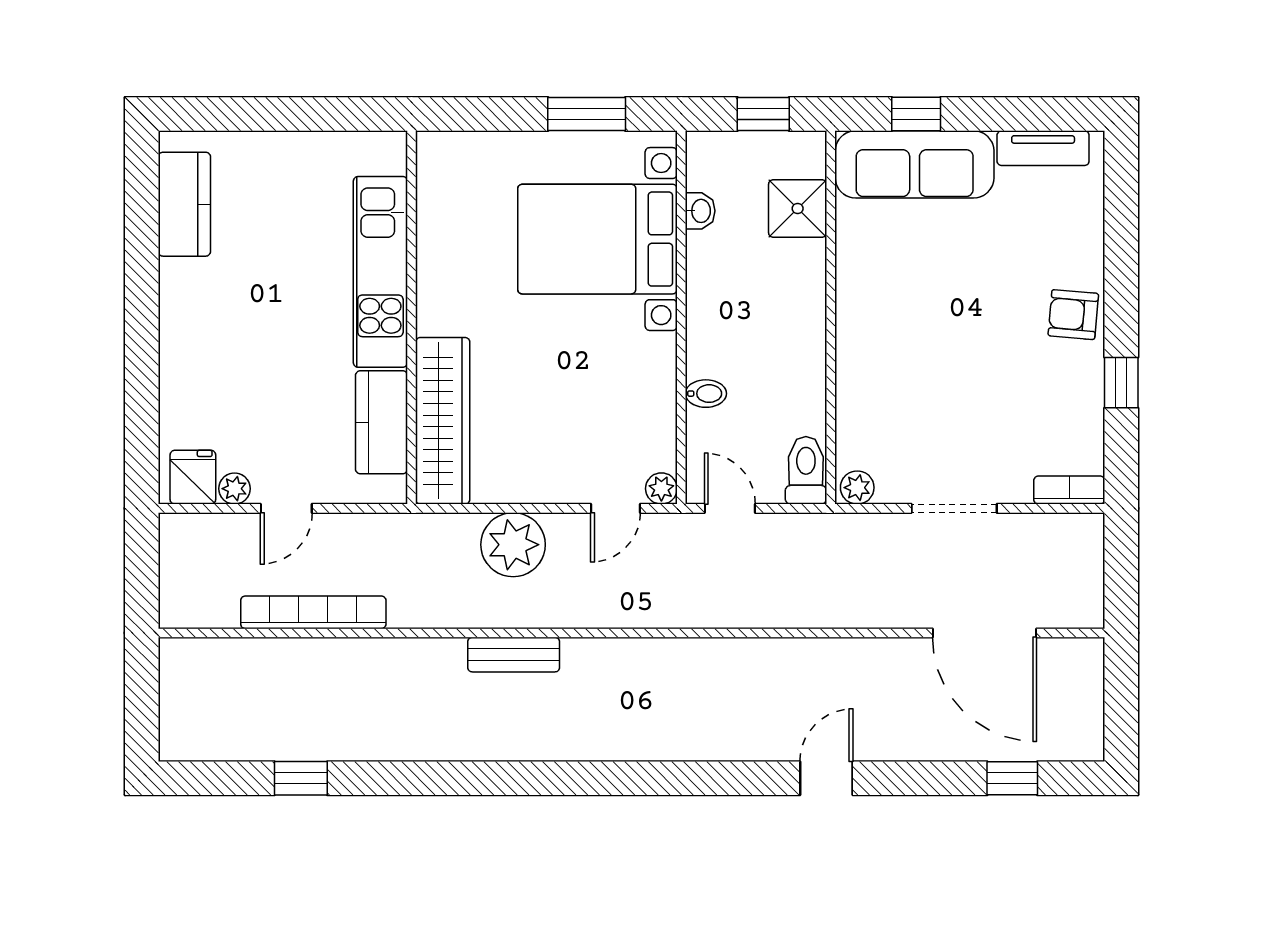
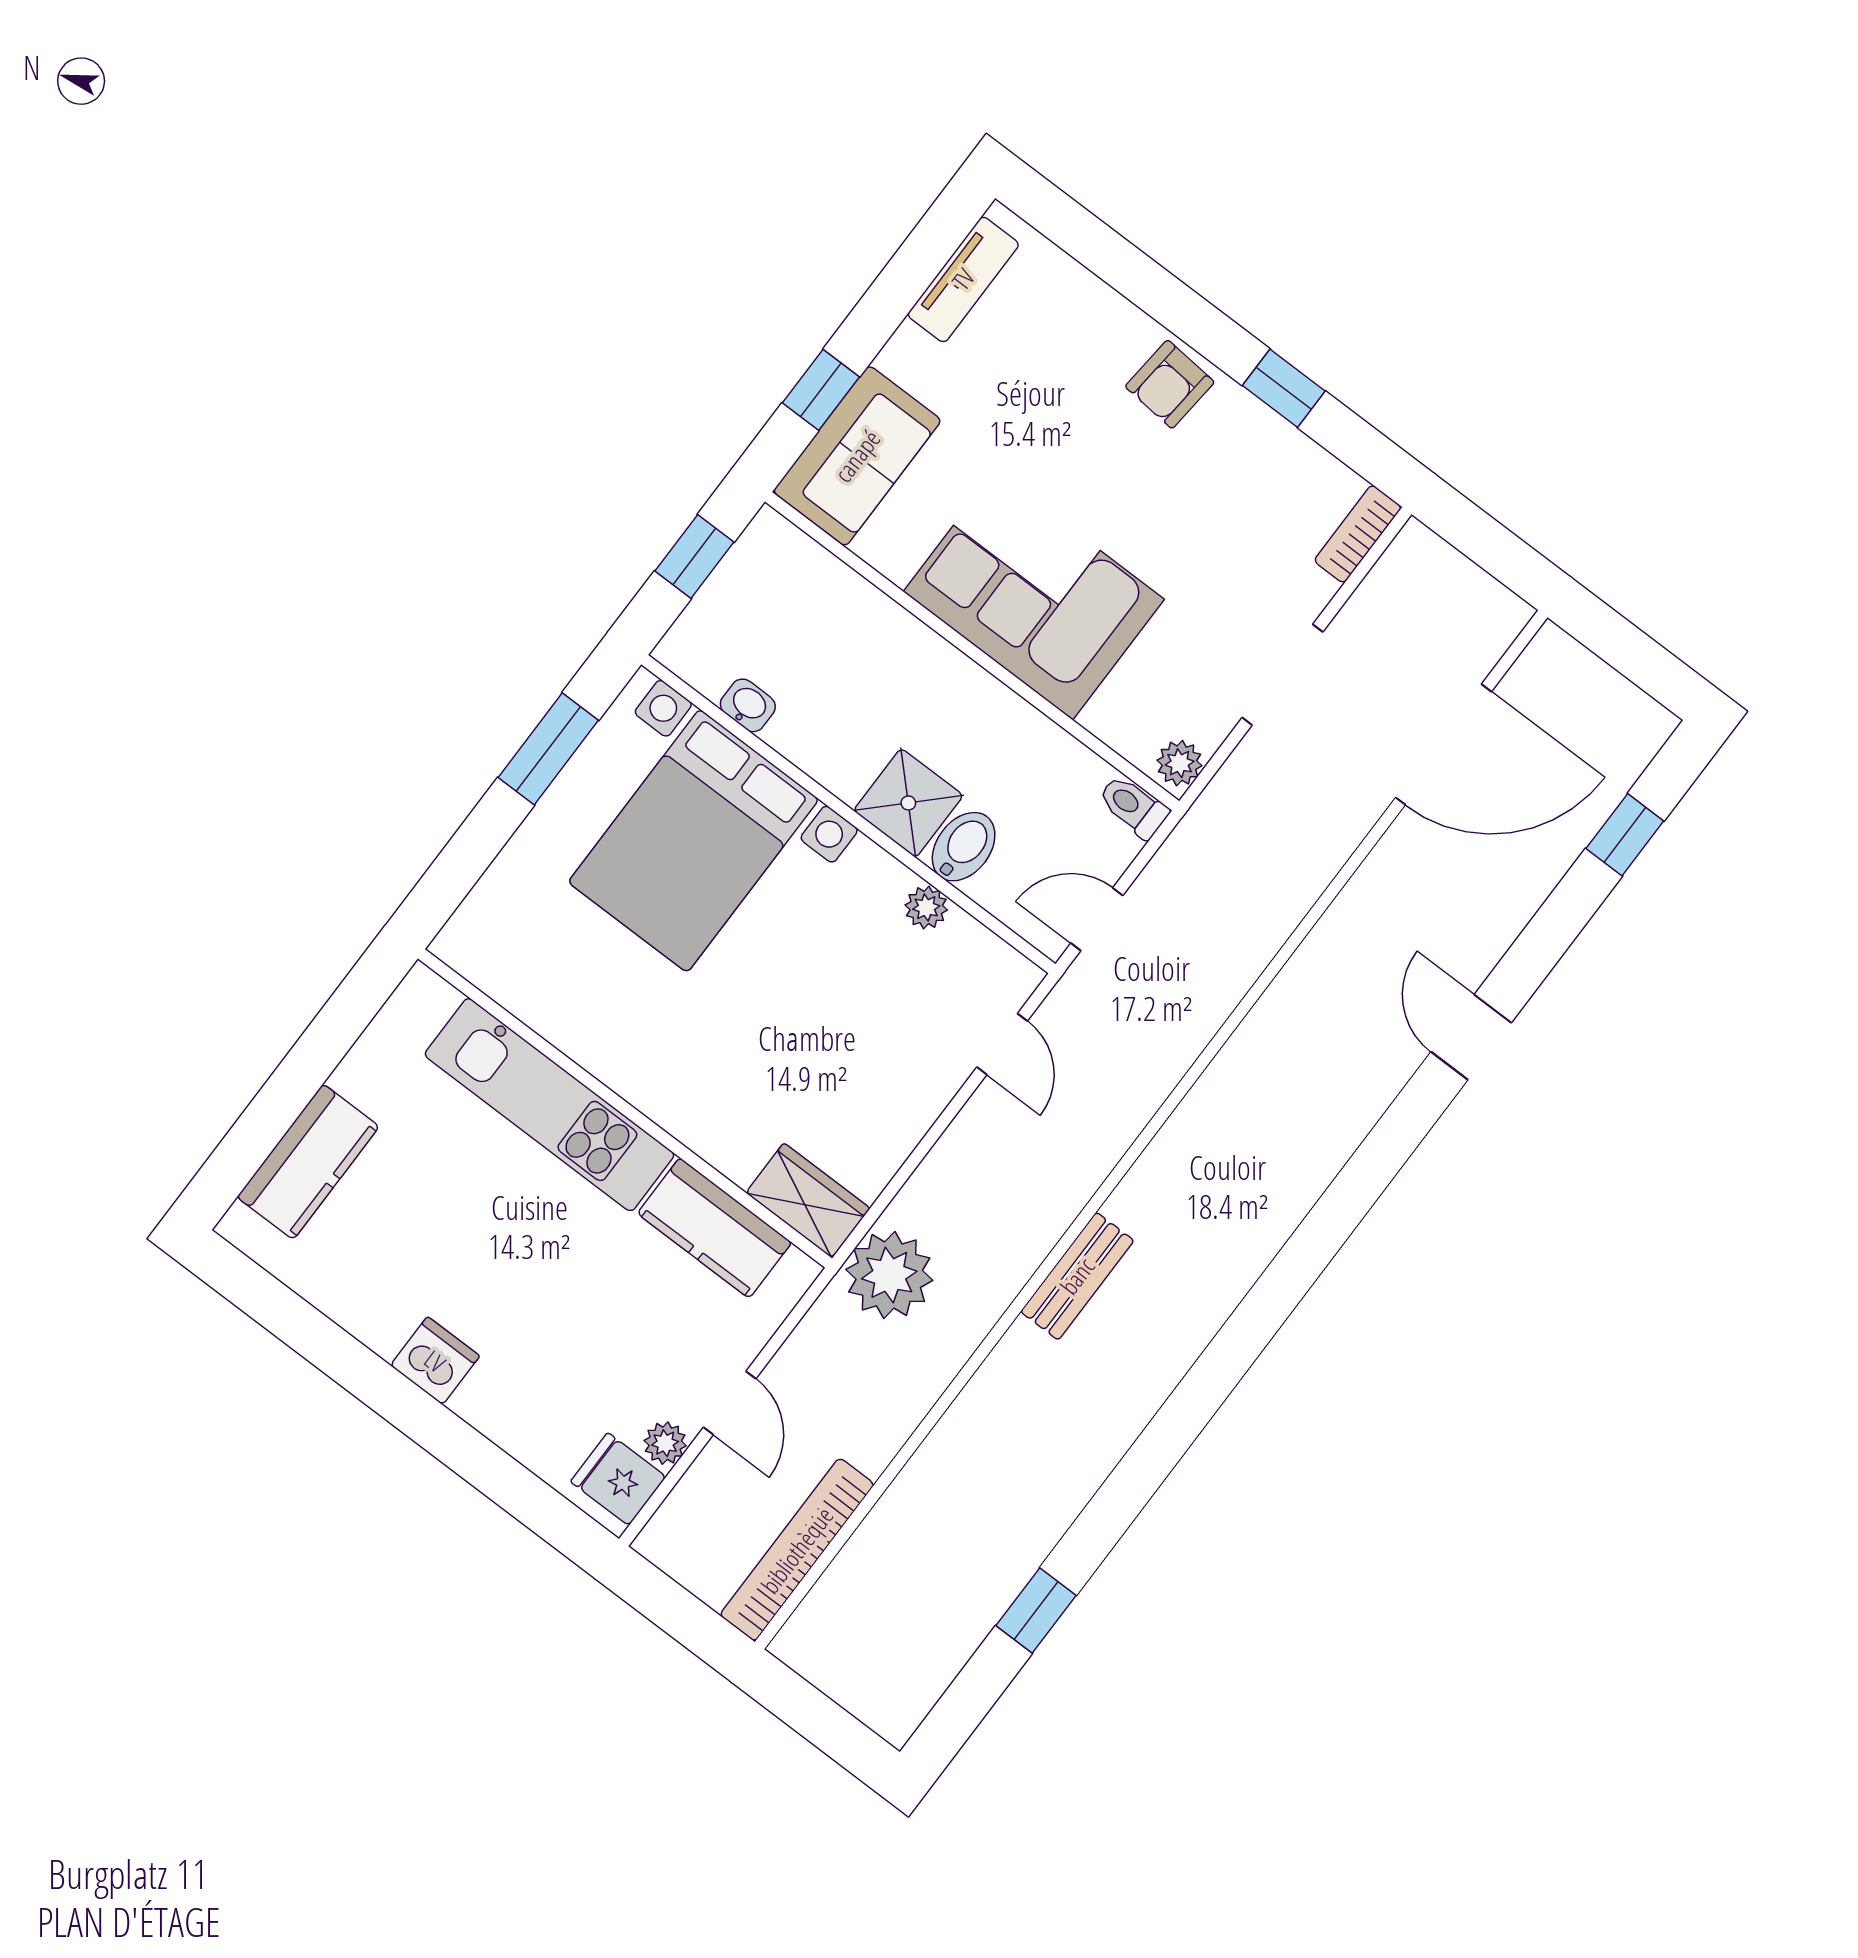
sofa: (915, 164) -> (857, 456), width x0.73
kitchen counter: (184, 204) -> (308, 1162), moved, turned 90
shower: (798, 208) -> (908, 803), moved
dishwasher: (181, 318) -> (435, 1361), added
corner sofa: (890, 329) -> (1034, 596), added
bidet: (706, 394) -> (964, 847), width x1.38, depth x1.36
wardrobe: (443, 421) -> (808, 1201), width x0.48, depth x0.85
toilet: (806, 470) -> (1133, 807), width x0.73, depth x0.72
plant: (661, 489) -> (926, 908), moved
plant: (513, 545) -> (889, 1275), moved
bookcase: (313, 612) -> (797, 1550), moved

